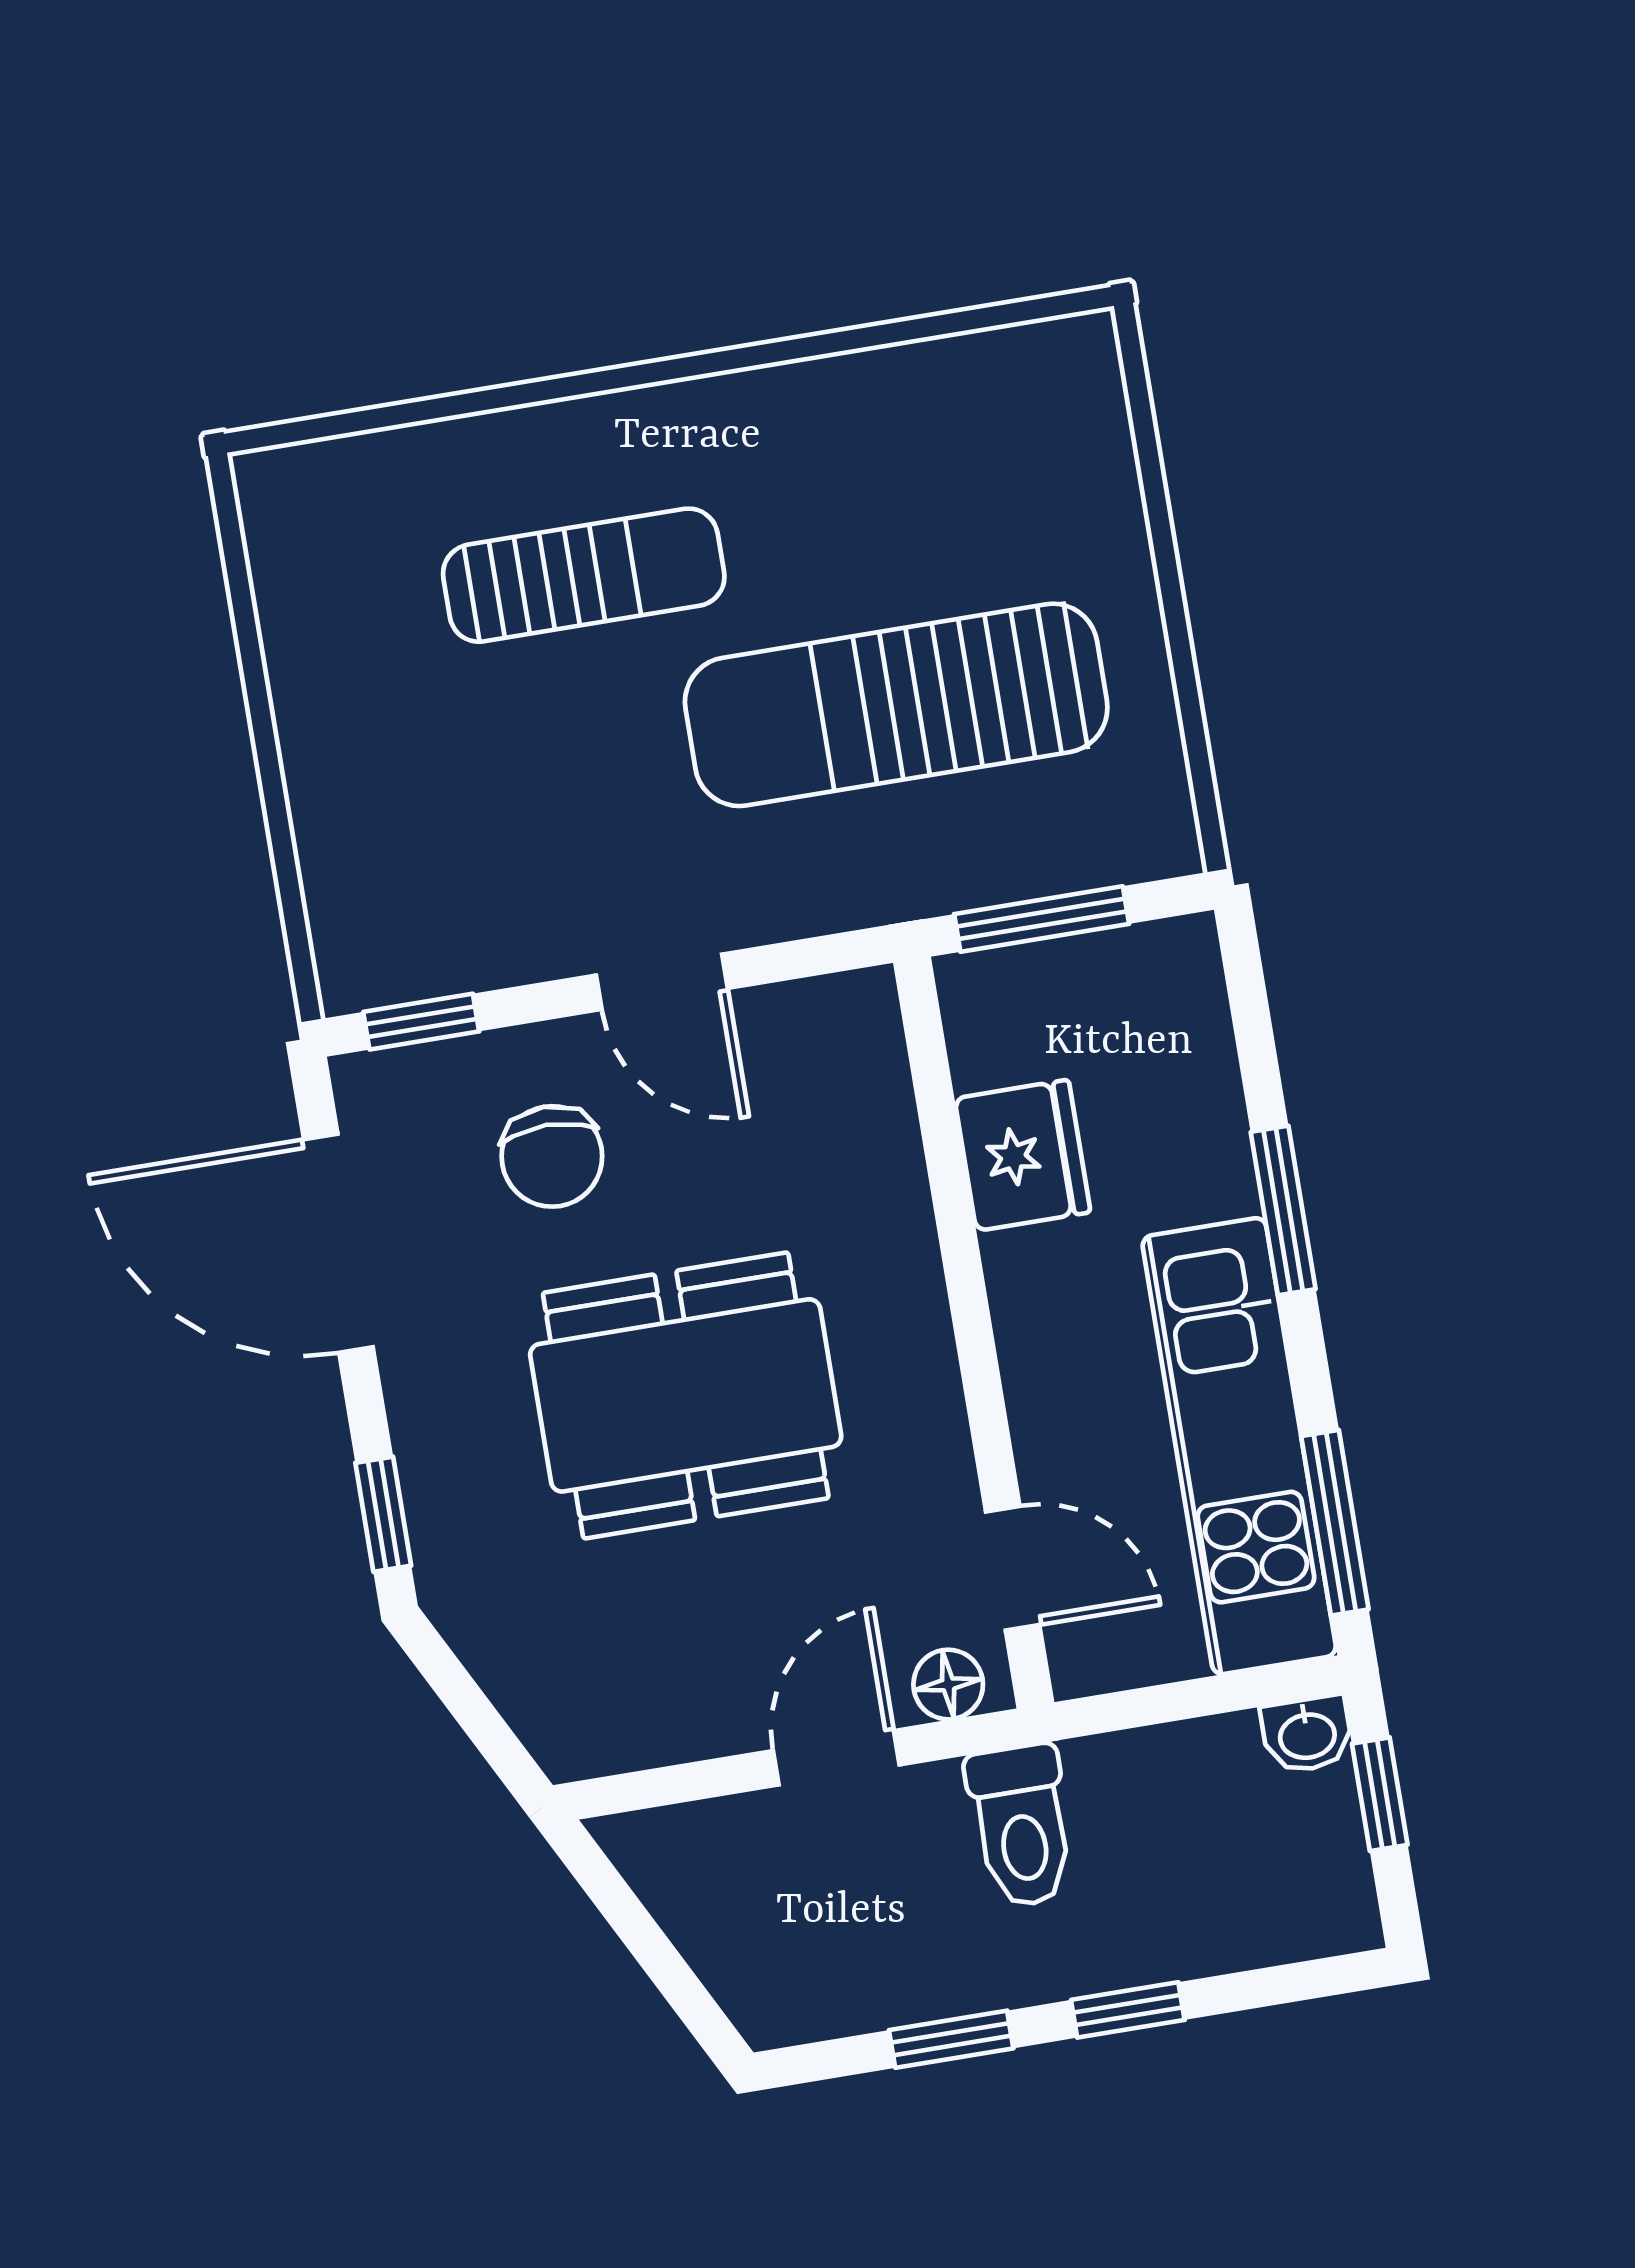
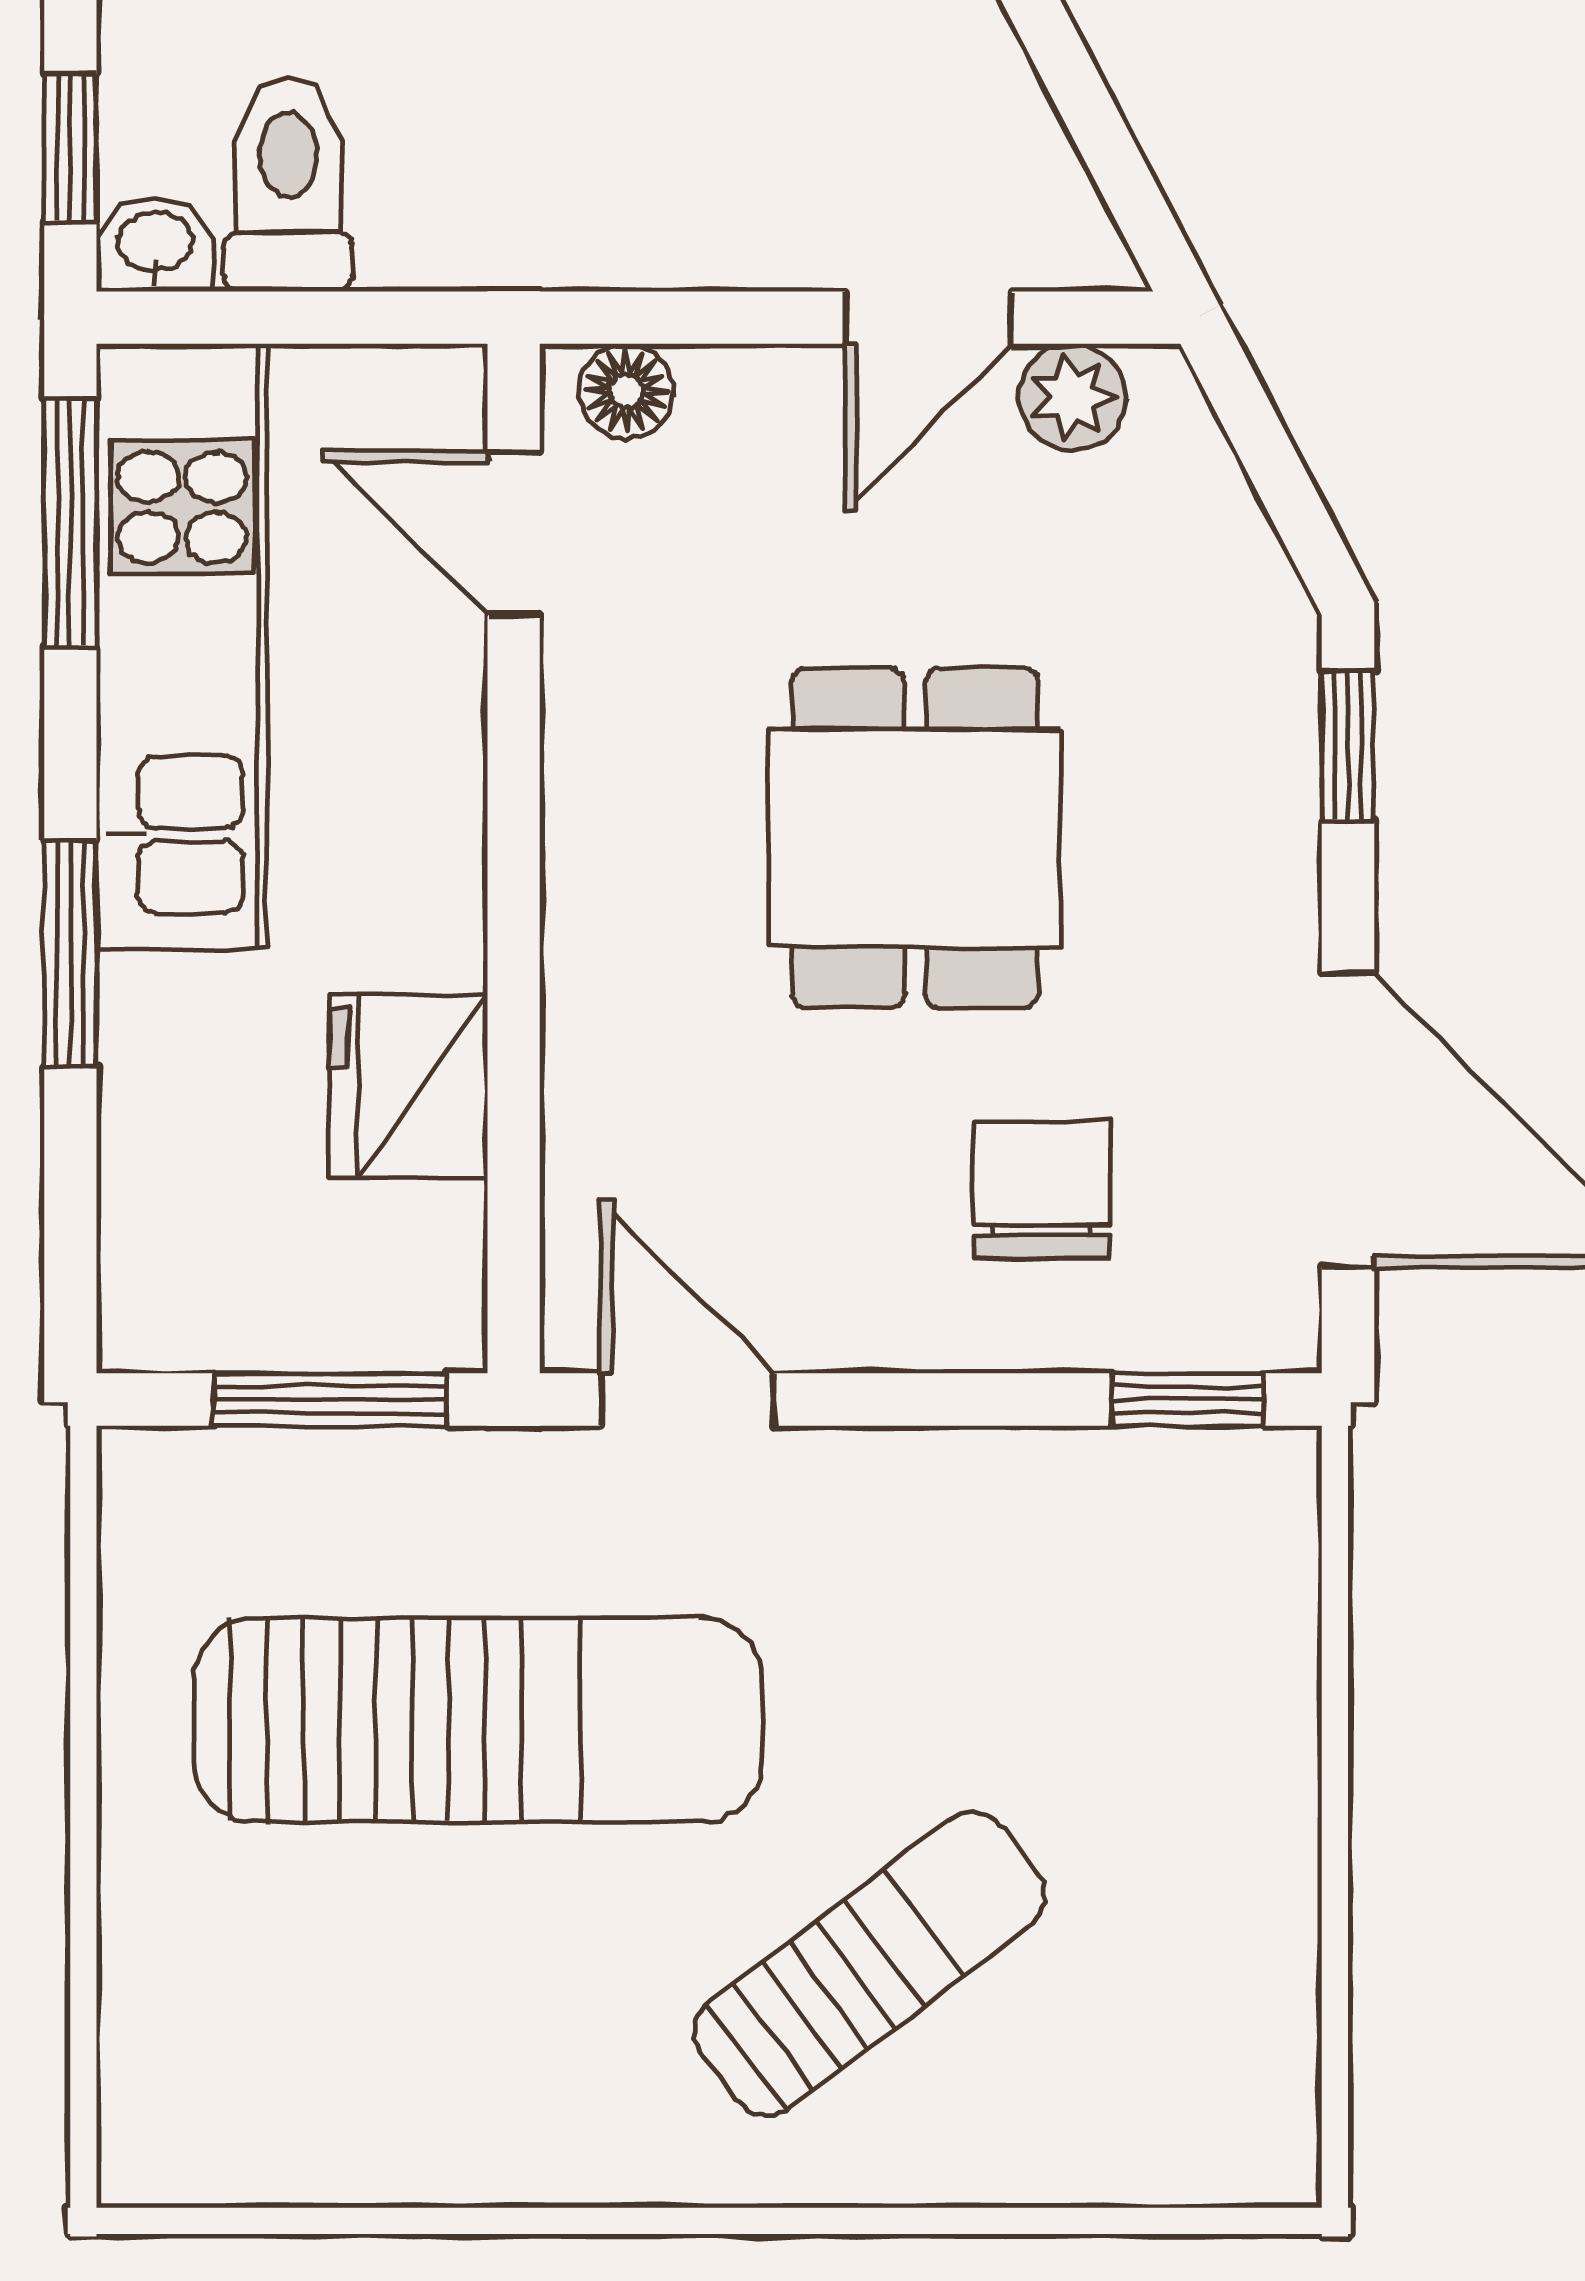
sun lounger: (584, 575) -> (869, 1964), turned 143
door: (662, 982) -> (687, 1400), moved
dining table: (686, 1395) -> (915, 838), width x0.73
plant: (625, 1733) -> (1072, 397), added
door: (836, 1758) -> (928, 318), moved
toilet: (1021, 1826) -> (288, 185), moved

